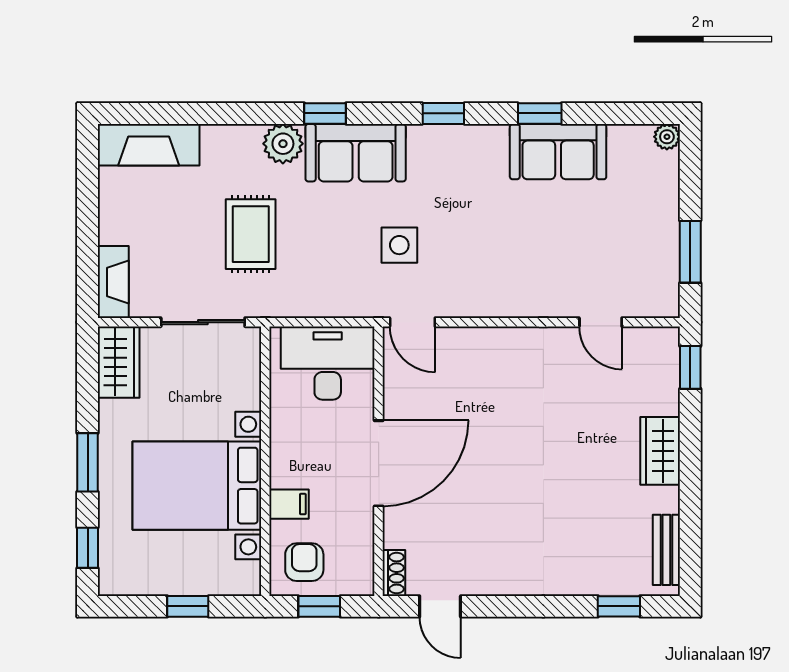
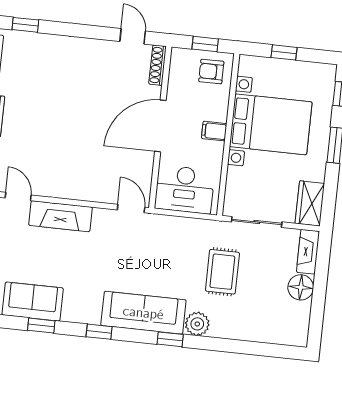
fireplace: (149, 145) -> (61, 216), moved, turned 180
sofa: (356, 153) -> (143, 313), width x1.36
floor lamp: (119, 222) -> (301, 287), added
side table: (399, 245) -> (134, 256), removed
filing cabinet: (289, 504) -> (214, 131), moved
armchair: (304, 562) -> (211, 71), turned 90
shoe rack: (394, 573) -> (158, 65), width x1.43

